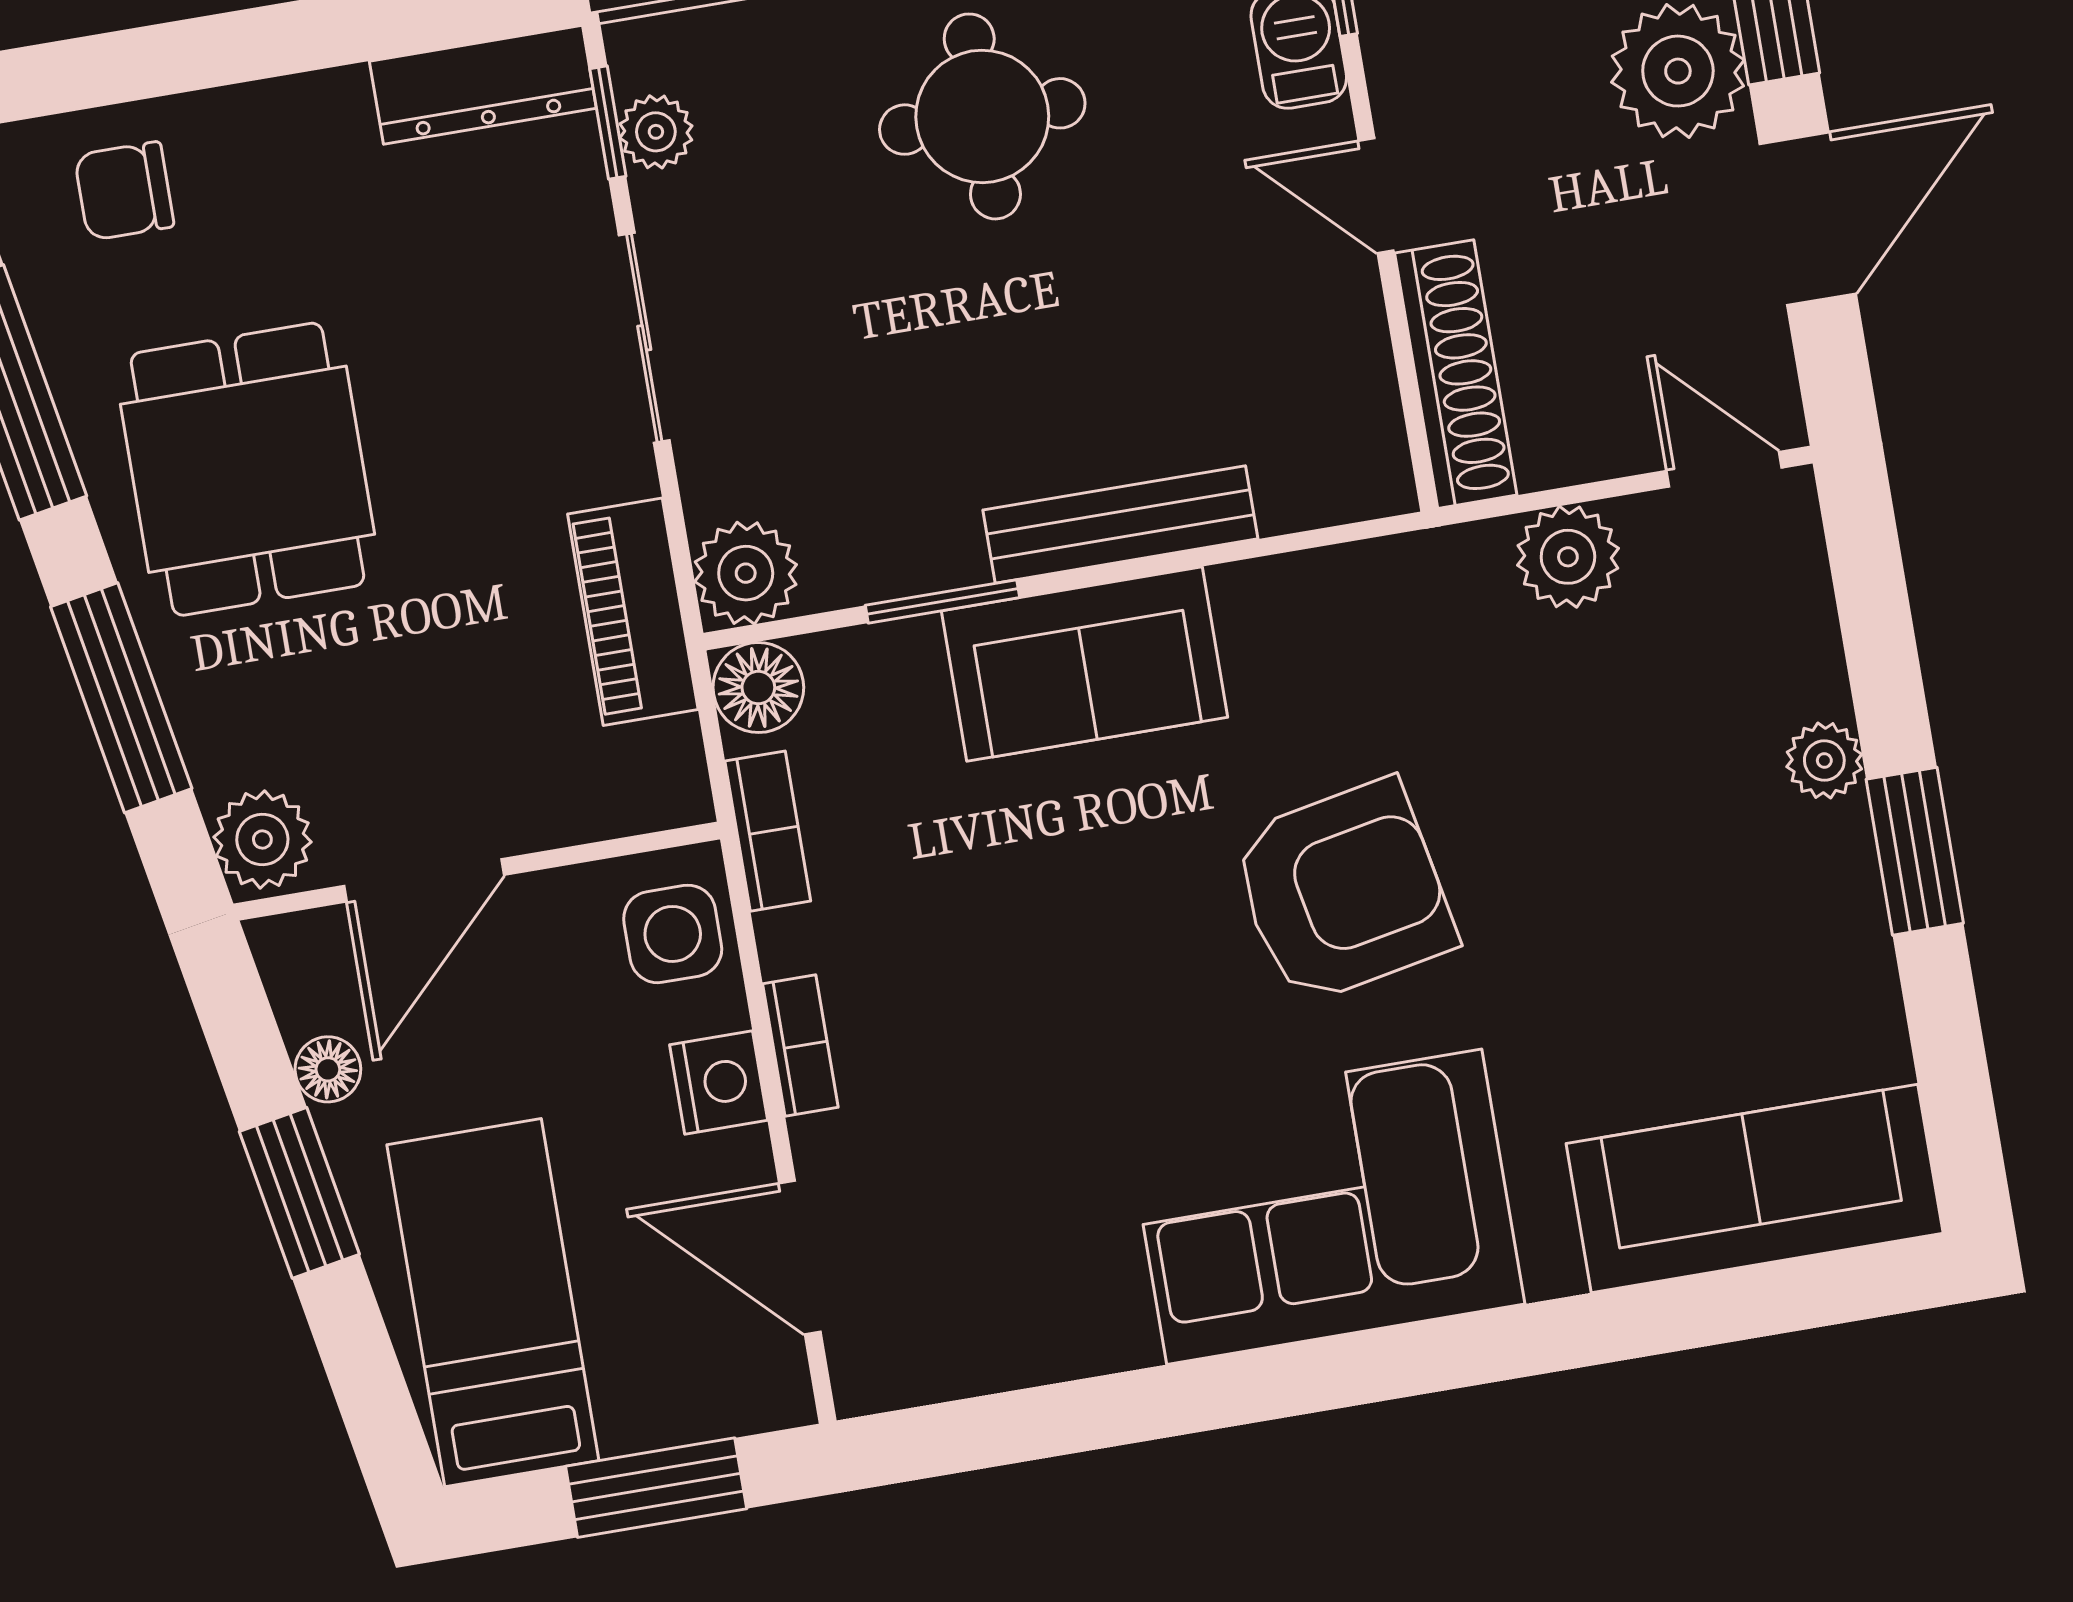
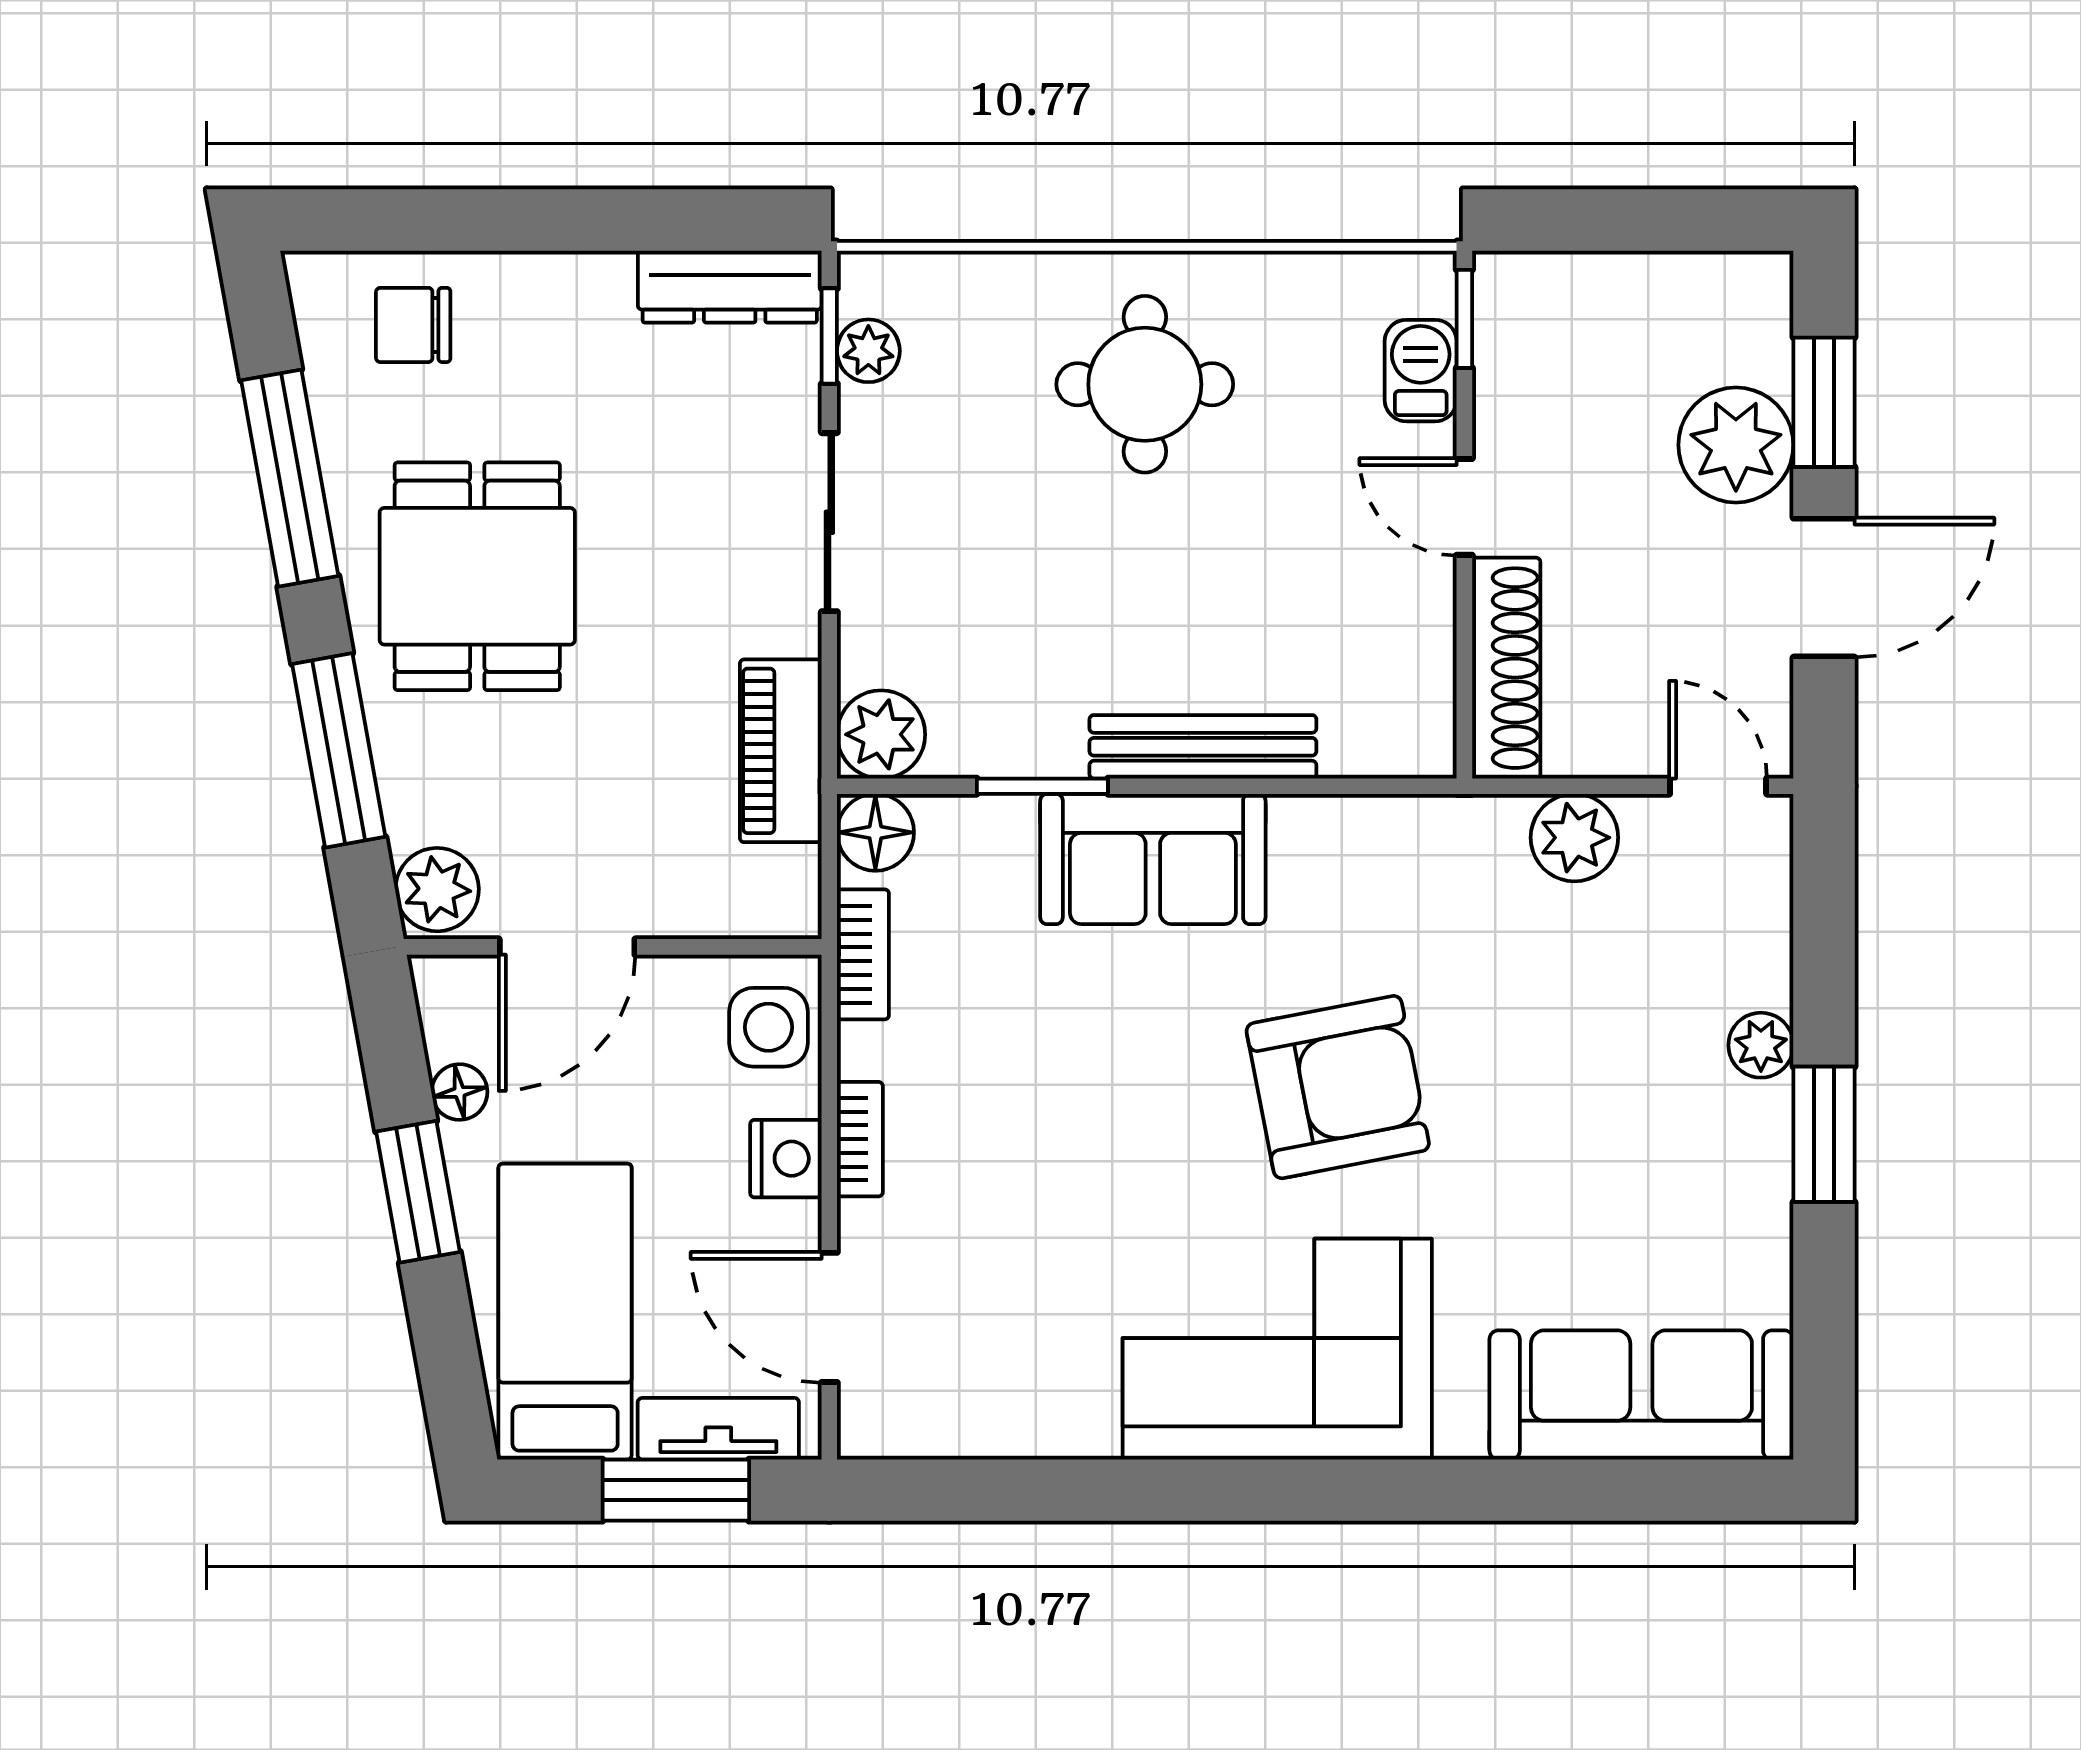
tv unit: (693, 1408) -> (718, 1429), added

